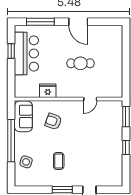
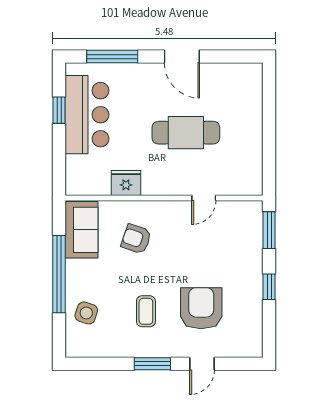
cafe table: (80, 63) -> (186, 133), width x1.37, depth x1.35
armchair: (89, 159) -> (201, 308), added

